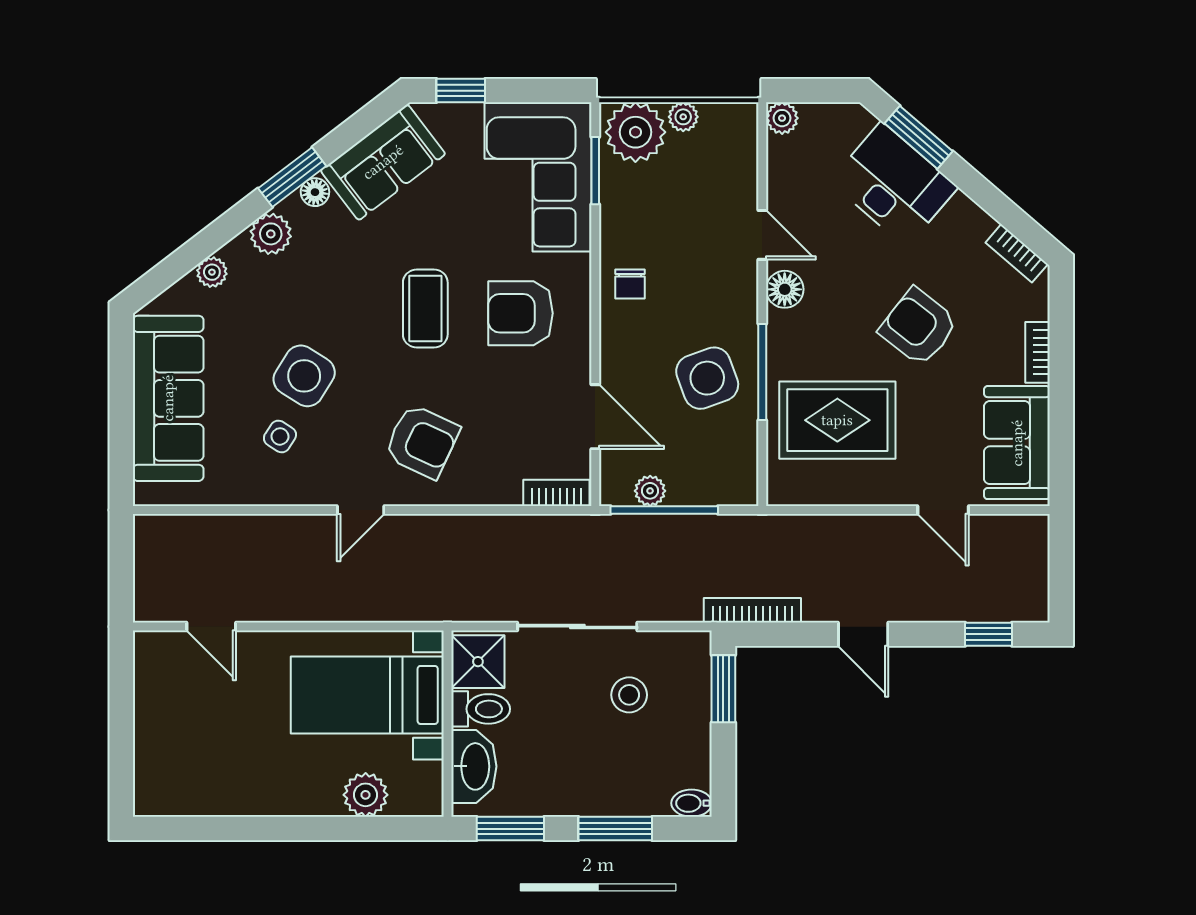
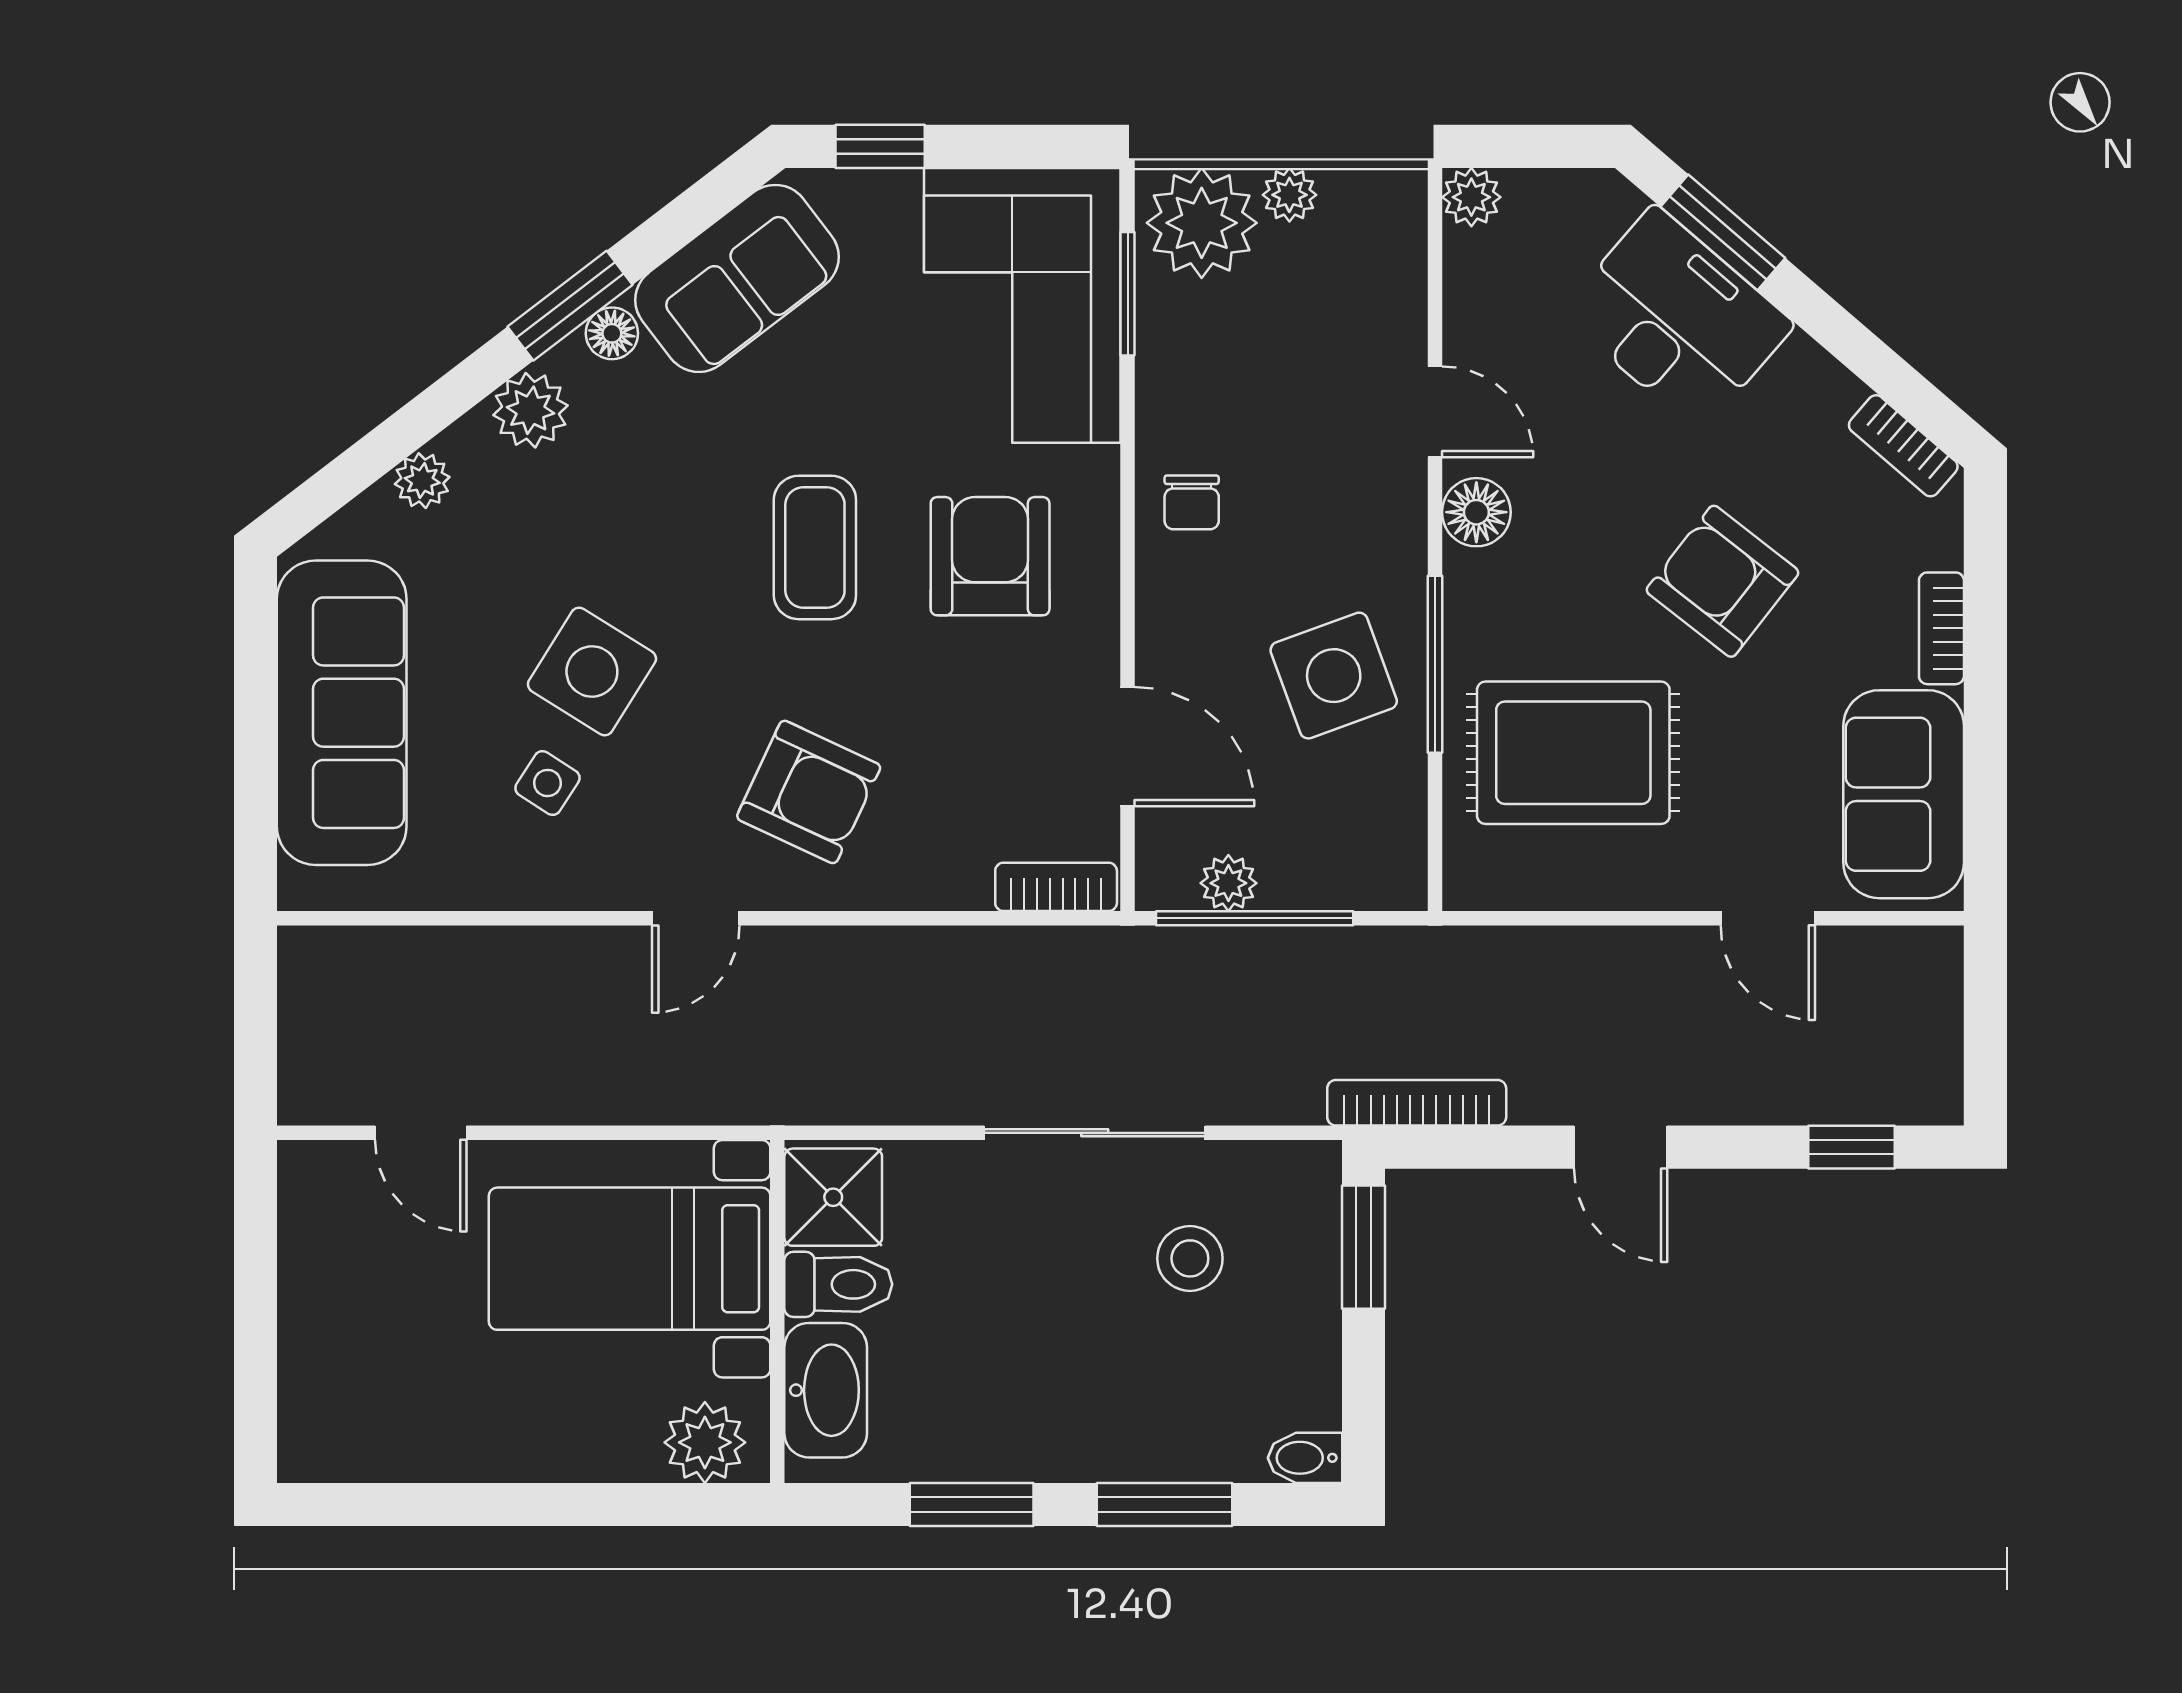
armchair: (520, 313) -> (990, 556), turned 90
shower: (478, 662) -> (833, 1197), moved
bed with nightstands: (367, 695) -> (630, 1259), moved
toilet: (481, 709) -> (838, 1284), moved
wall: (448, 724) -> (777, 1311), moved
washbasin: (474, 766) -> (826, 1390), moved

